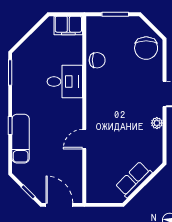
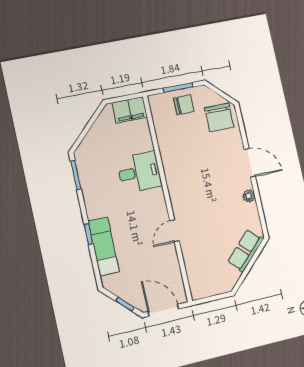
chair: (97, 60) -> (184, 105), moved
row of seats: (134, 180) -> (245, 251), moved

